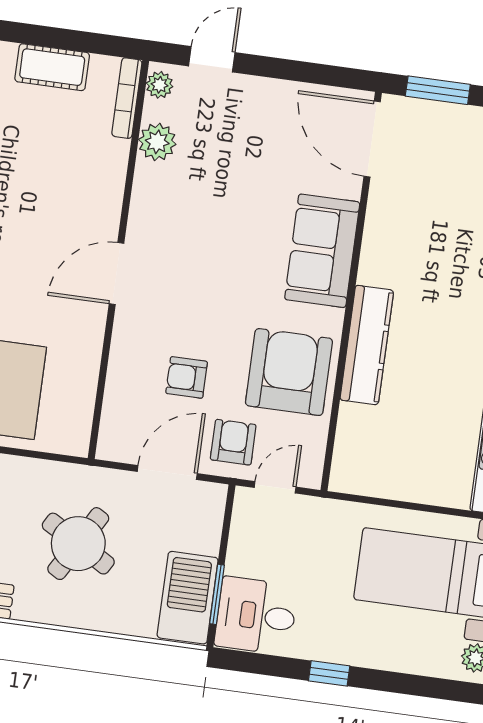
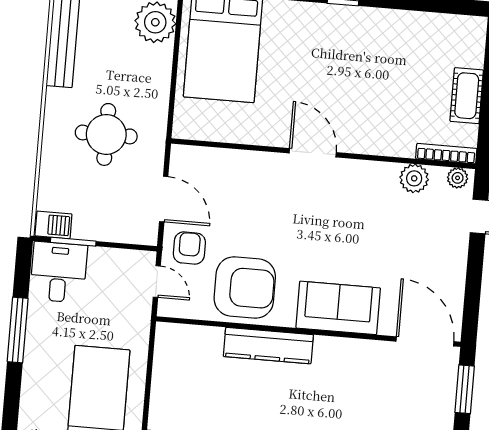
door: (372, 139) -> (425, 341), hinge flipped
armchair: (187, 377) -> (237, 210), removed
armchair: (233, 442) -> (189, 248), turned -90
round table: (78, 544) -> (106, 134), turned -30
barbecue: (188, 598) -> (53, 225), width x0.53, depth x0.65
window: (329, 673) -> (18, 330), width x2.17

